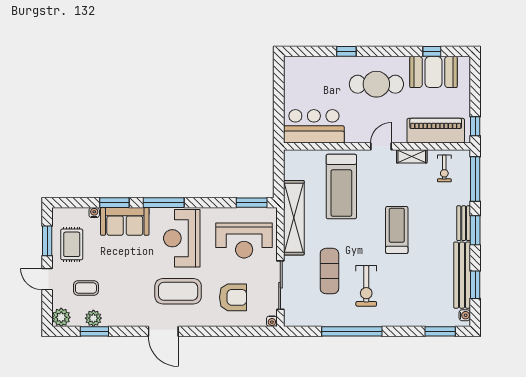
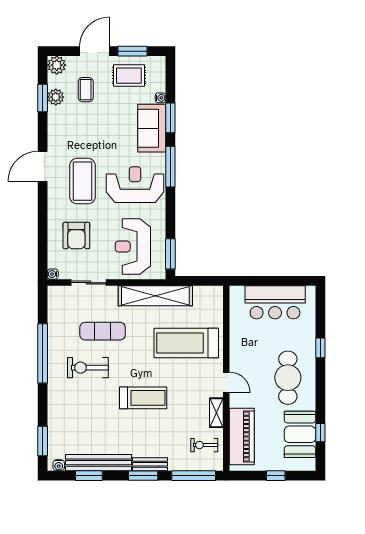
bar counter: (314, 126) -> (275, 302), moved, turned 90
window: (475, 126) -> (276, 476), moved
door: (47, 279) -> (94, 51), width x1.38
sliding door: (280, 285) -> (89, 283), width x0.73

